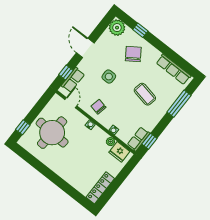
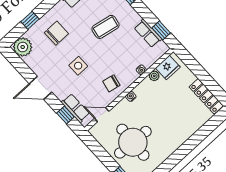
chair: (133, 54) -> (56, 33), turned 124
row of seats: (139, 139) -> (148, 33), moved

